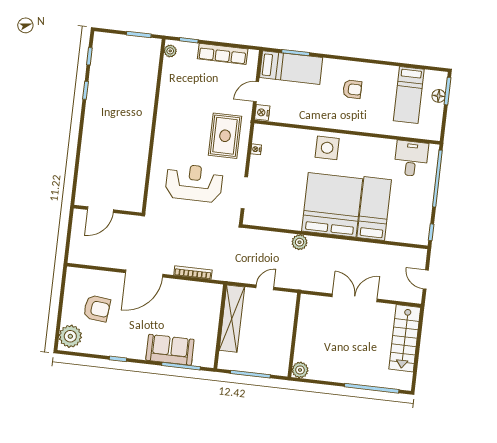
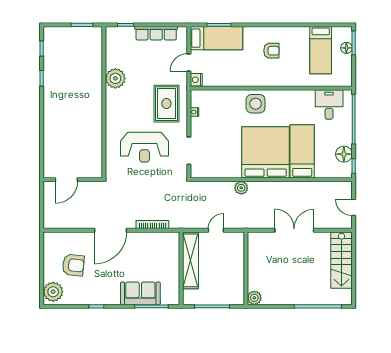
plant: (170, 51) -> (115, 78), moved, width x1.88, depth x1.88
reception desk: (194, 183) -> (144, 147), turned 180
floor lamp: (422, 217) -> (344, 154), added

